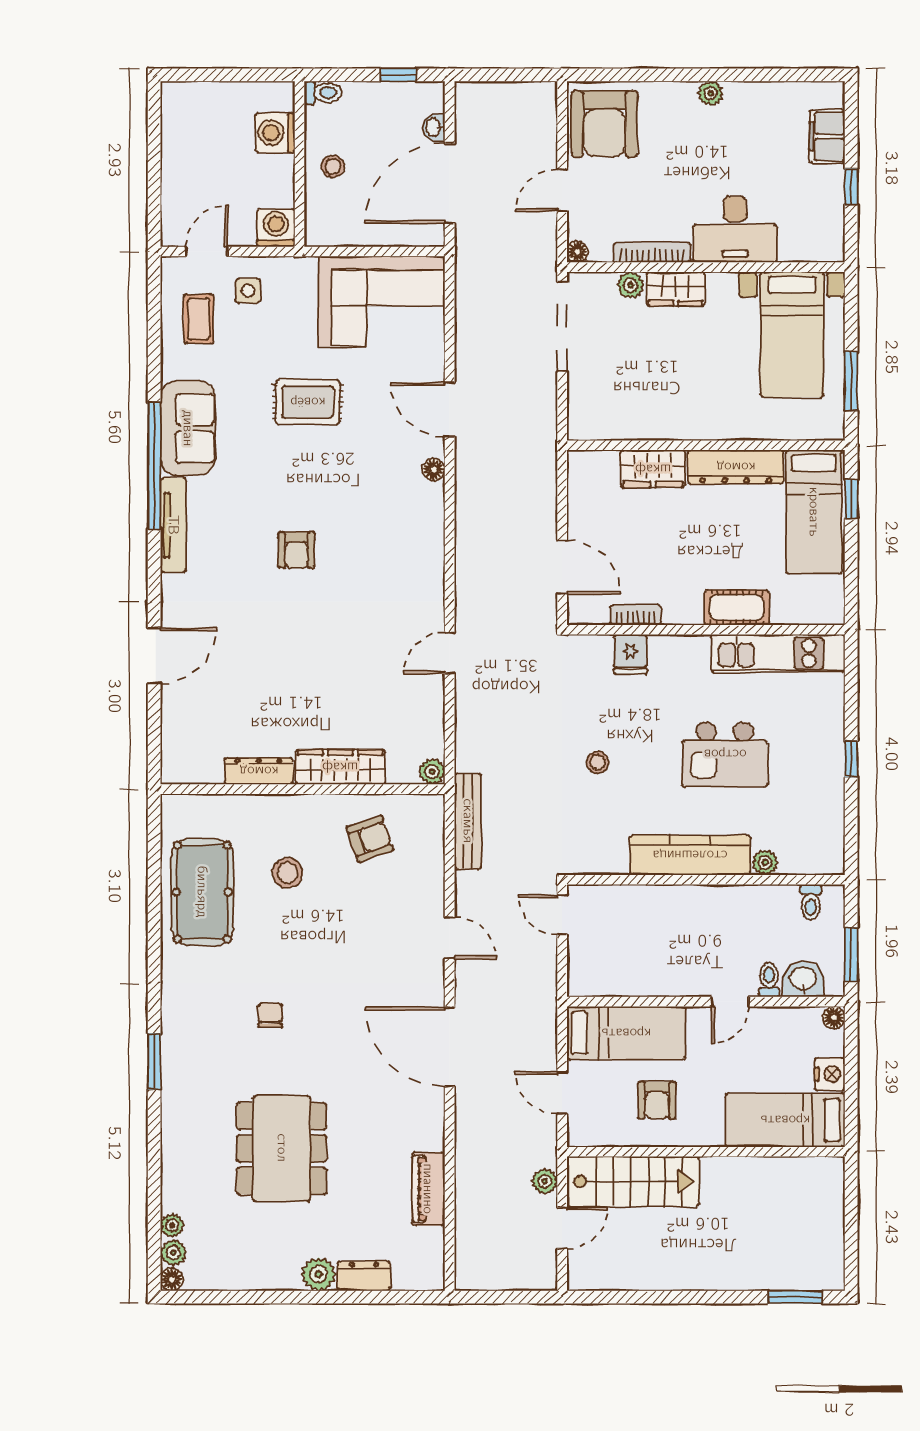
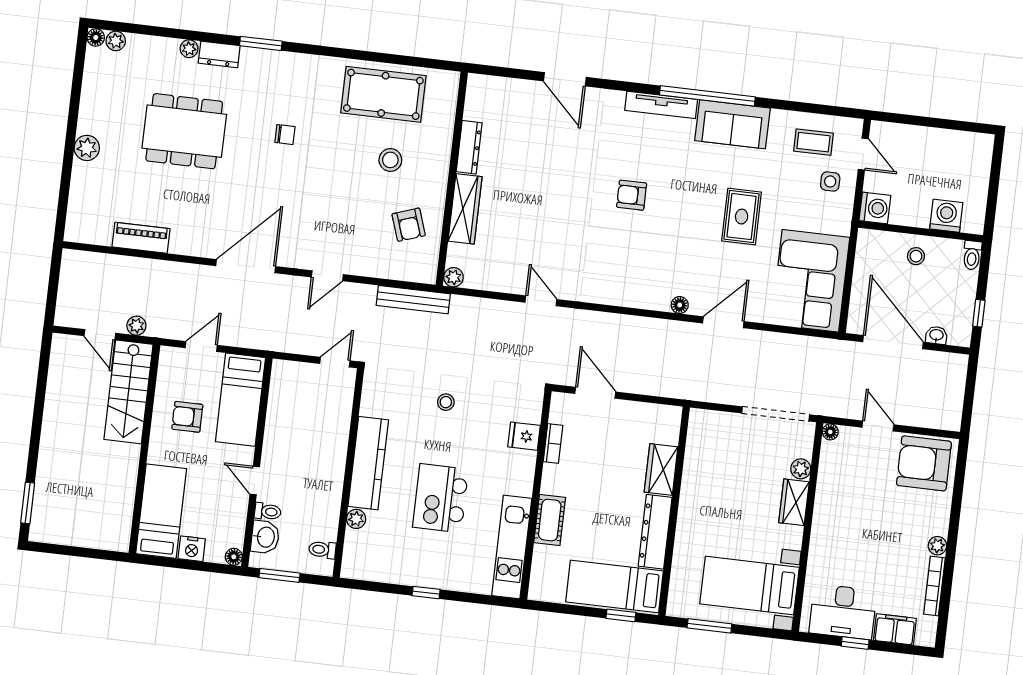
desk: (735, 229) -> (843, 612), moved, turned -90
bookcase: (652, 253) -> (934, 586), moved, turned 180
door: (562, 567) -> (595, 393), swing flipped
plant: (172, 1225) -> (189, 49), moved
dresser: (364, 1276) -> (219, 54), moved, turned 90

